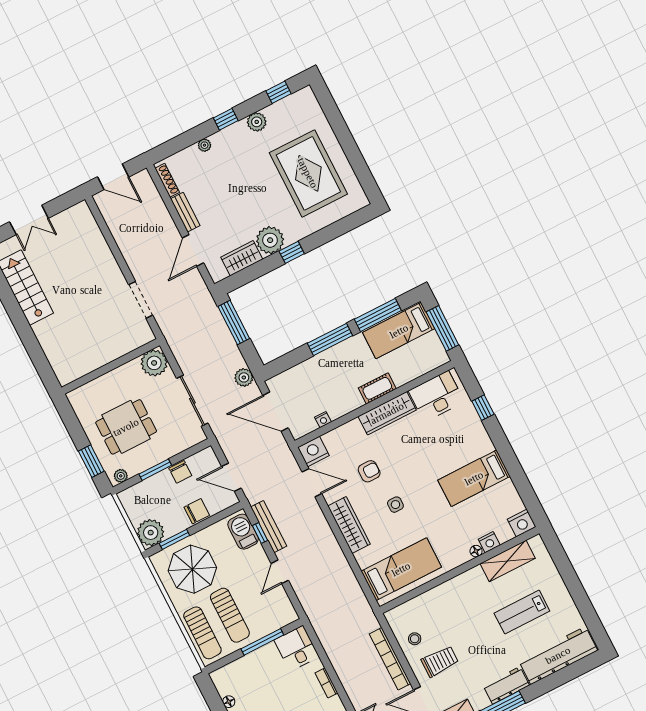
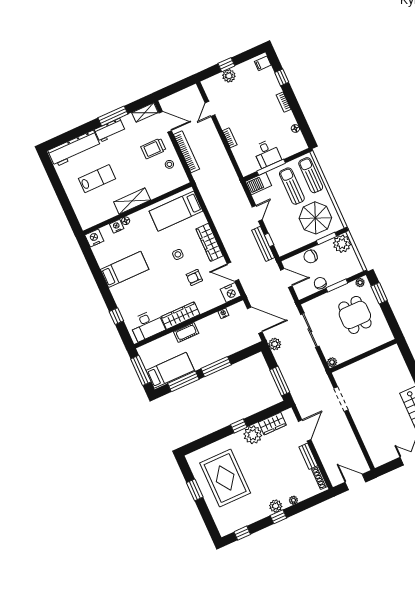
plant: (257, 122) -> (276, 506), moved
window: (353, 153) -> (195, 490), added
plant: (154, 363) -> (332, 362), width x0.53, depth x0.53
dining table: (126, 427) -> (355, 315), turned 90
barbecue: (243, 532) -> (258, 183), moved, turned 90
shelving: (508, 561) -> (132, 201), moved
desk: (296, 648) -> (267, 153), moved

